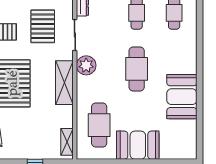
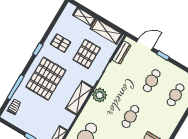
cafe table: (137, 69) -> (130, 116), width x0.73, depth x0.74

